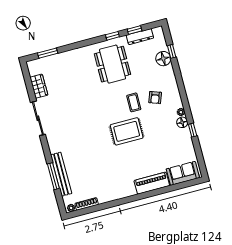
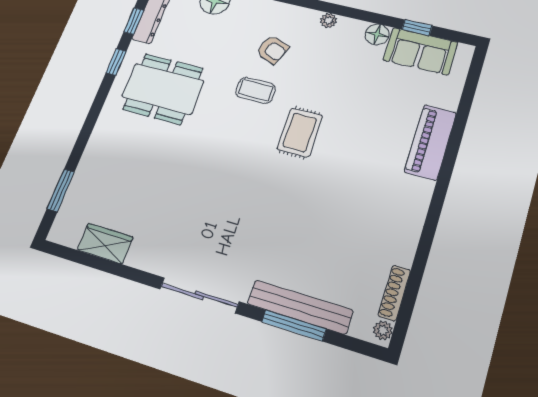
sliding door: (38, 118) -> (199, 295), moved
floor lamp: (182, 122) -> (377, 34), moved
window: (193, 130) -> (417, 28), moved
rug: (127, 131) -> (300, 132), width x0.73, depth x0.70
sofa: (183, 173) -> (420, 51), moved, turned -90

